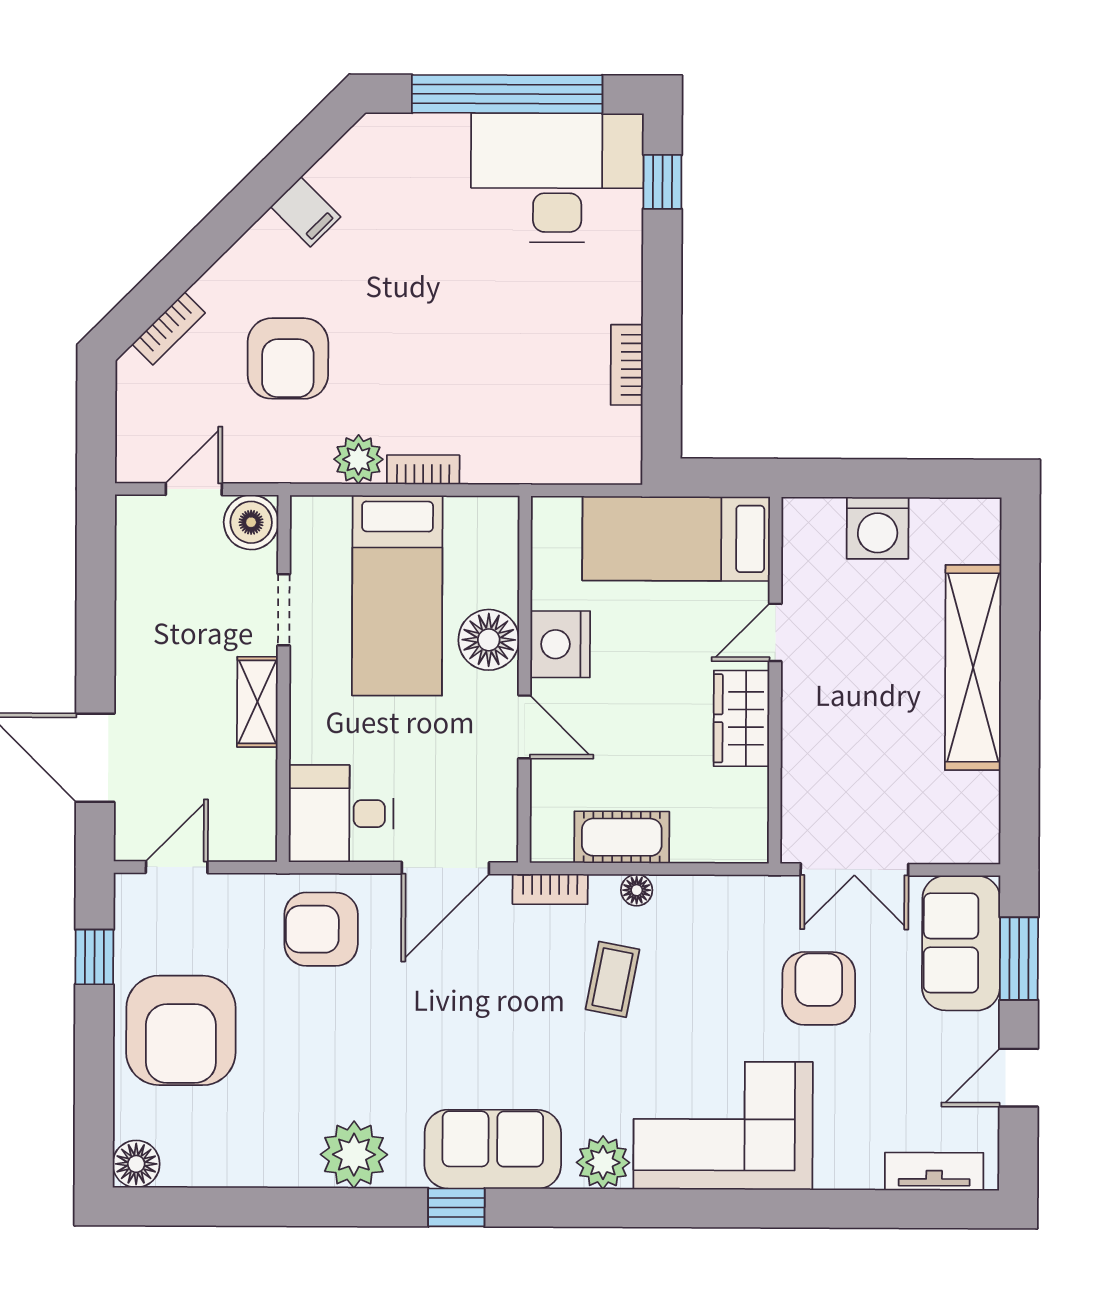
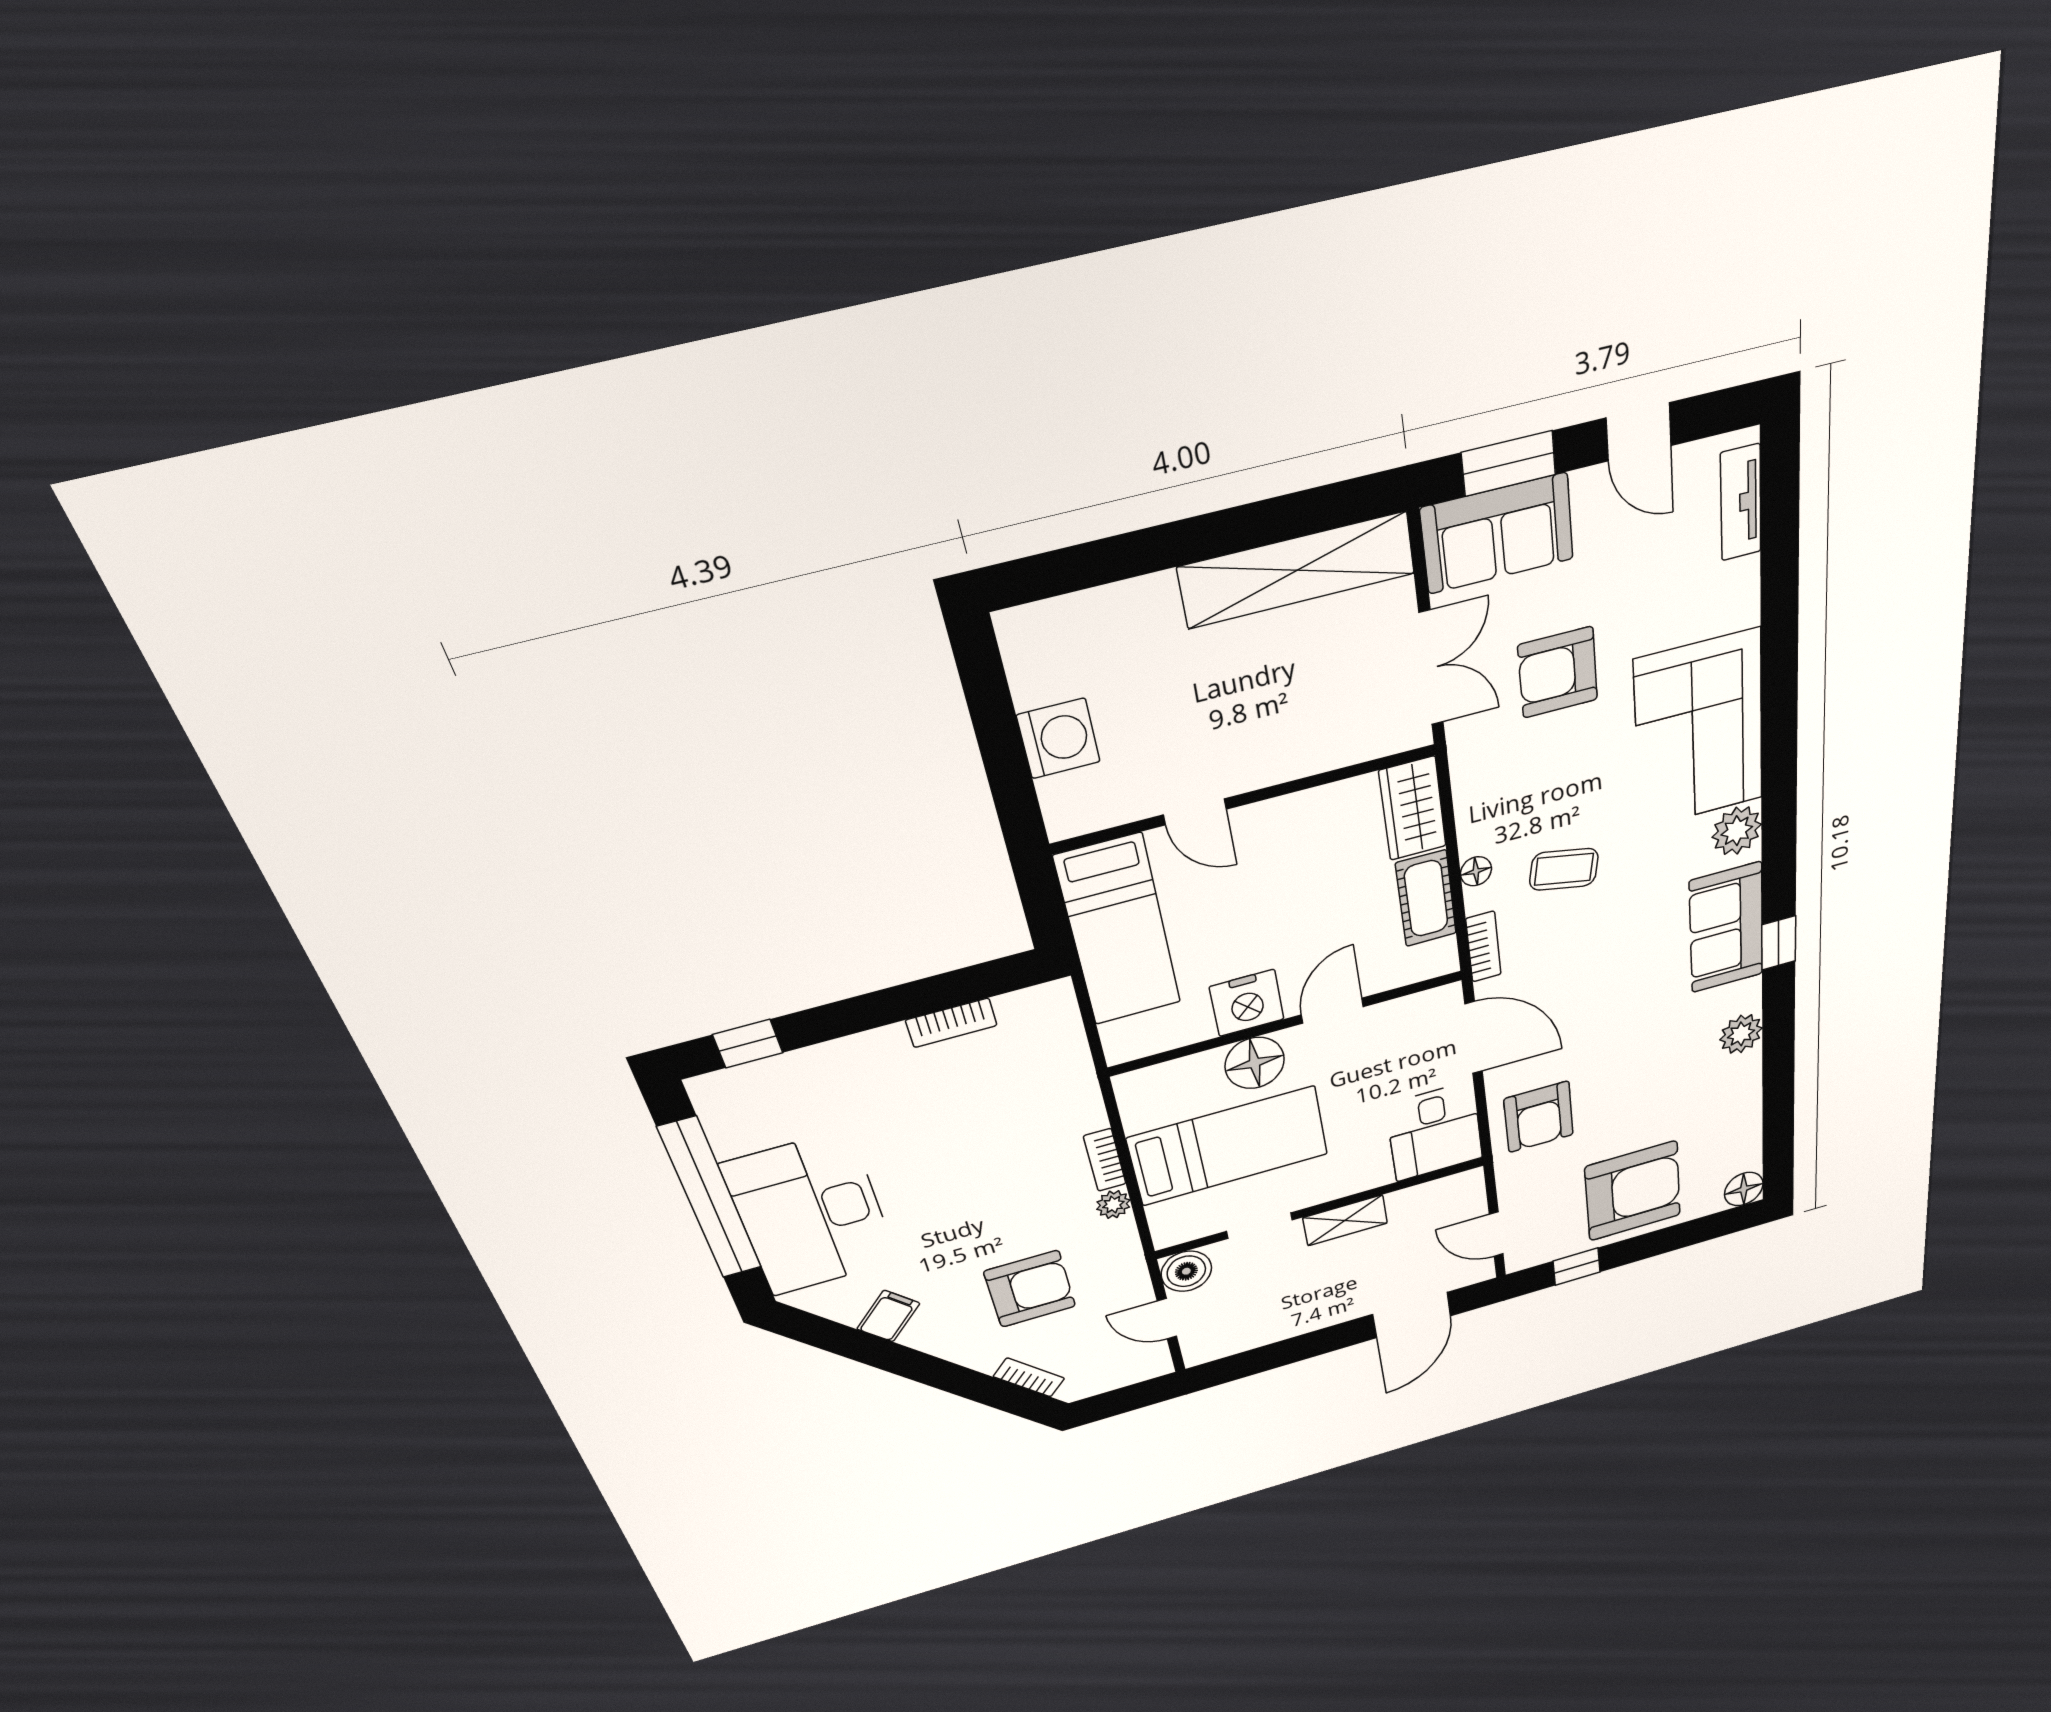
desk: (557, 178) -> (811, 1214), moved
plant: (358, 459) -> (1113, 1205), width x0.73, depth x0.73
shelving: (973, 667) -> (1297, 570), moved
wardrobe: (742, 718) -> (1413, 808), moved, turned 90
plant: (354, 1155) -> (1741, 1034), width x0.73, depth x0.73

